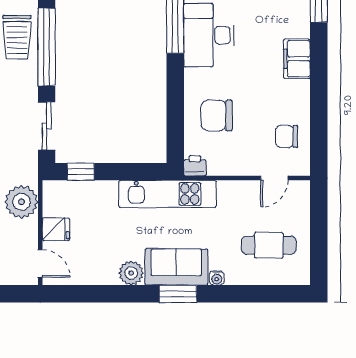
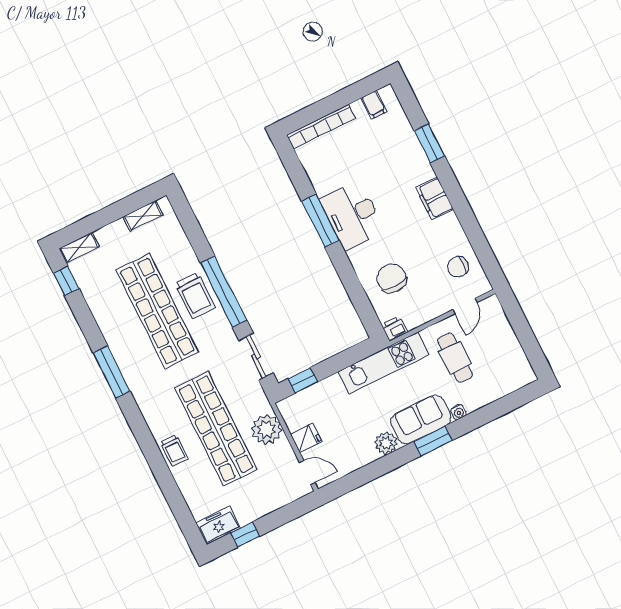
chair: (217, 115) -> (392, 278), turned 90
cafe table: (269, 245) -> (455, 358), moved, turned 90

